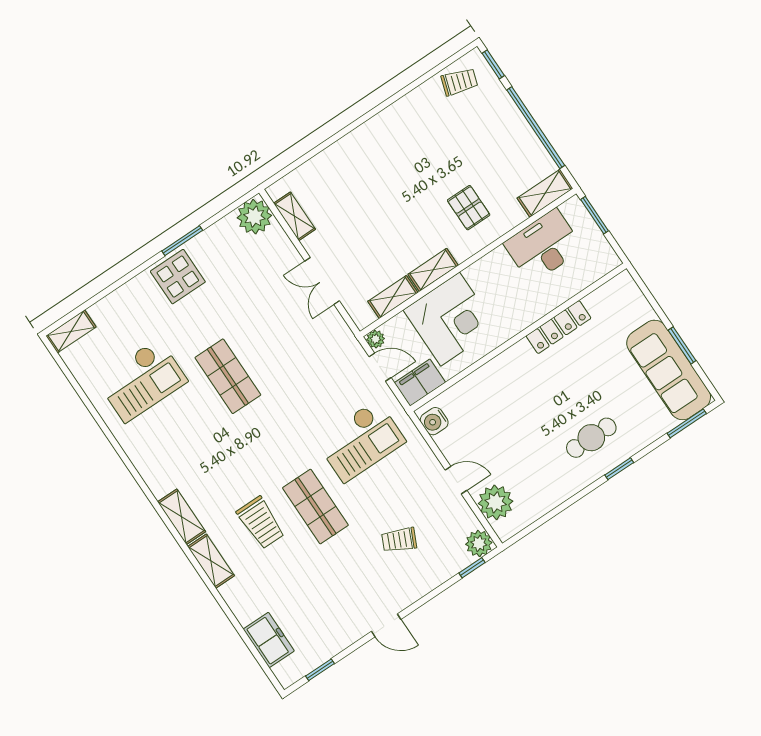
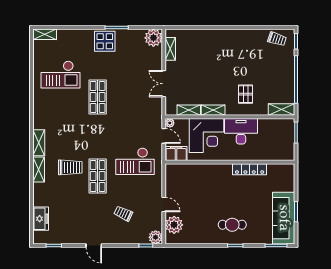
desk: (544, 246) -> (241, 131), moved
water cooler: (434, 421) -> (171, 174), removed
trolley: (261, 523) -> (70, 167), turned -90

